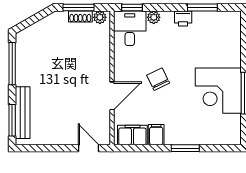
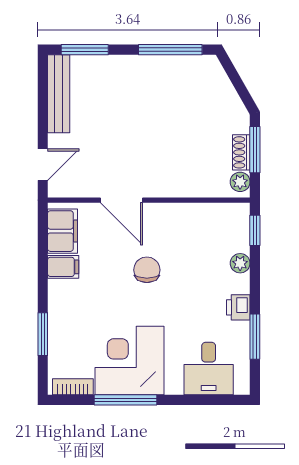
desk: (130, 28) -> (209, 369), moved, turned 90
chair: (158, 79) -> (147, 270), turned -64
bench: (23, 113) -> (59, 94), moved, turned 90
bookcase: (236, 128) -> (73, 387), added
window: (185, 148) -> (43, 334), moved

